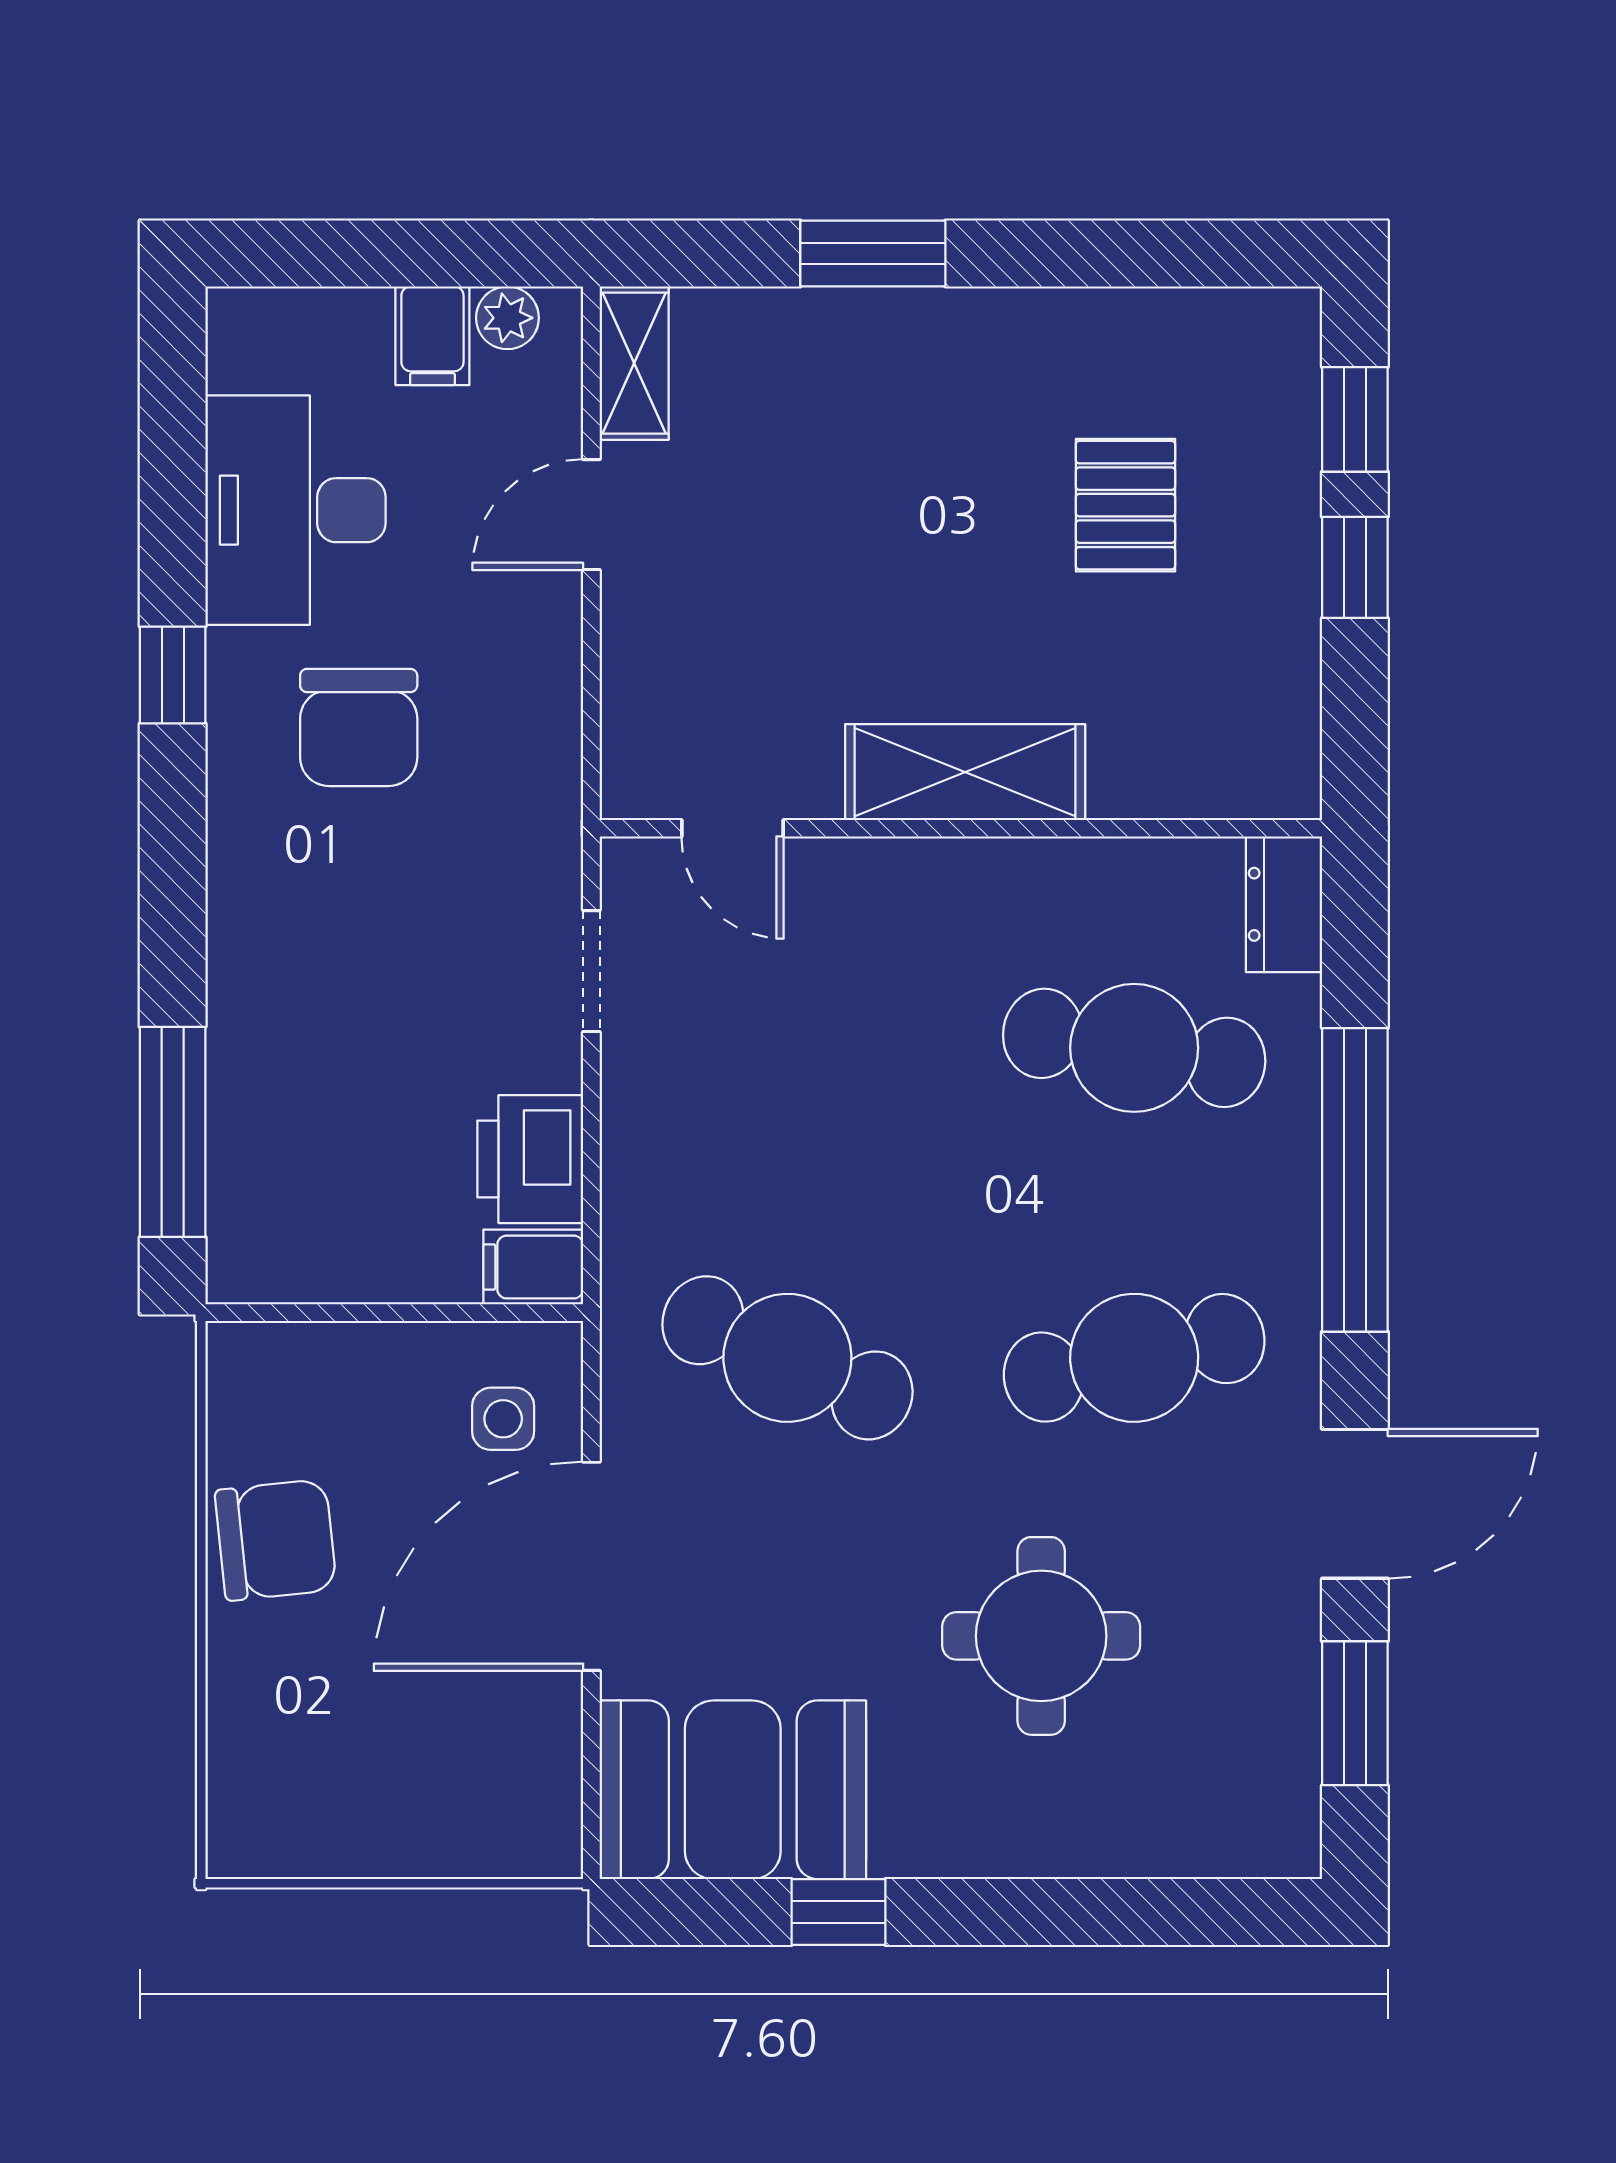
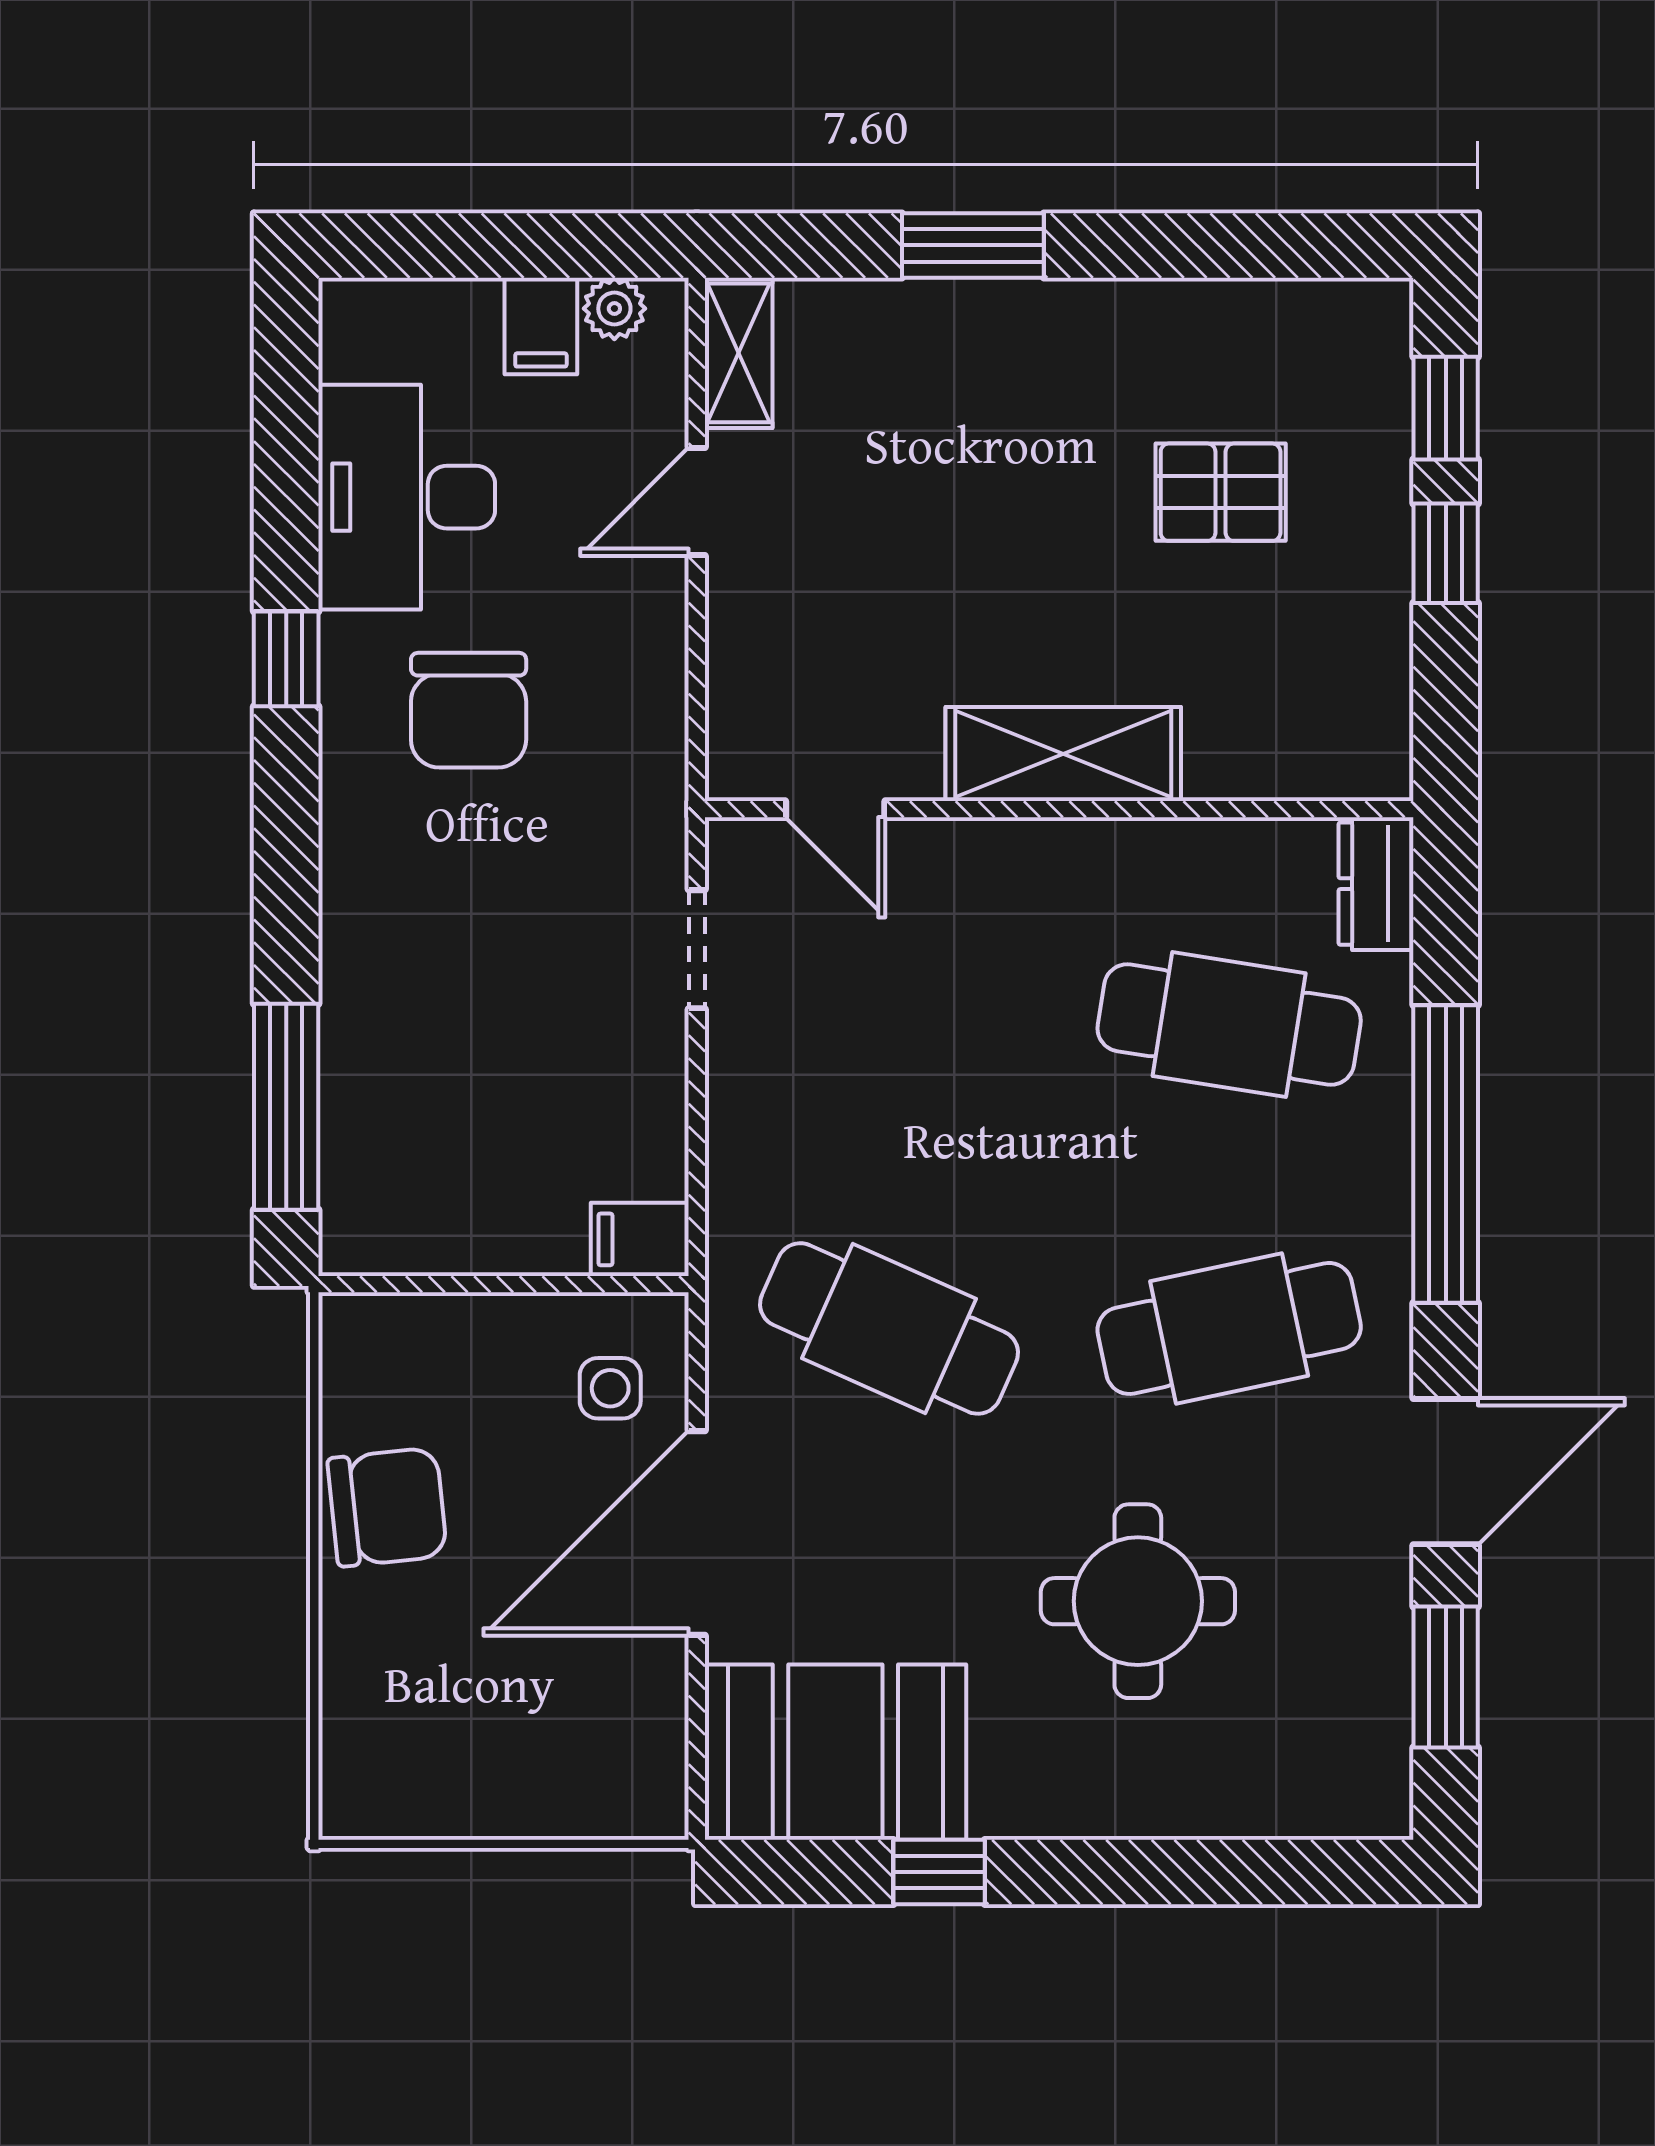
pallet: (1125, 505) -> (1221, 492), turned 90
printer: (530, 1159) -> (637, 1133), removed

